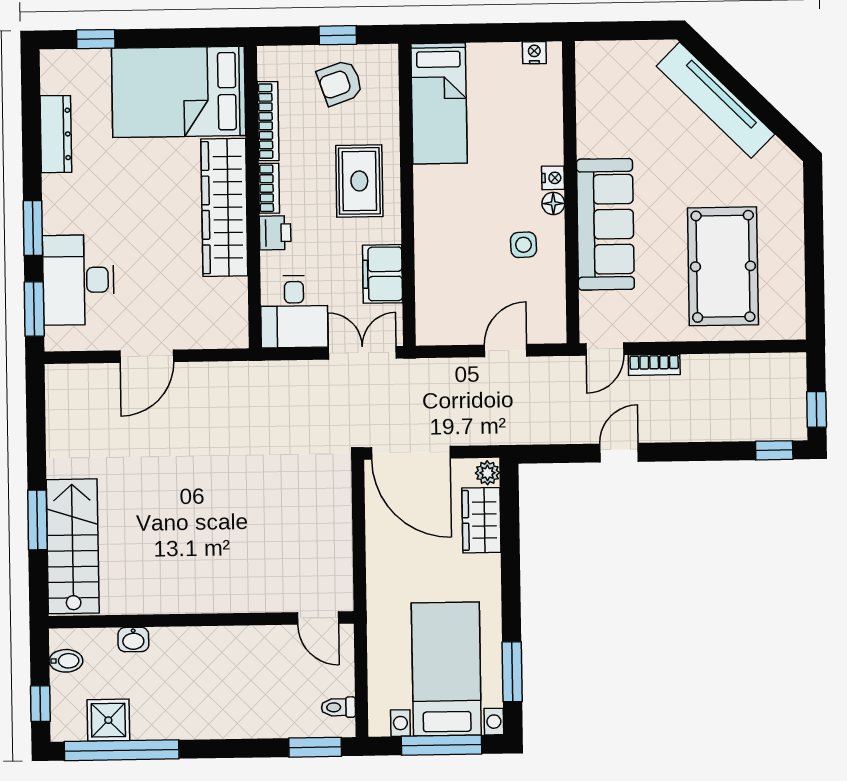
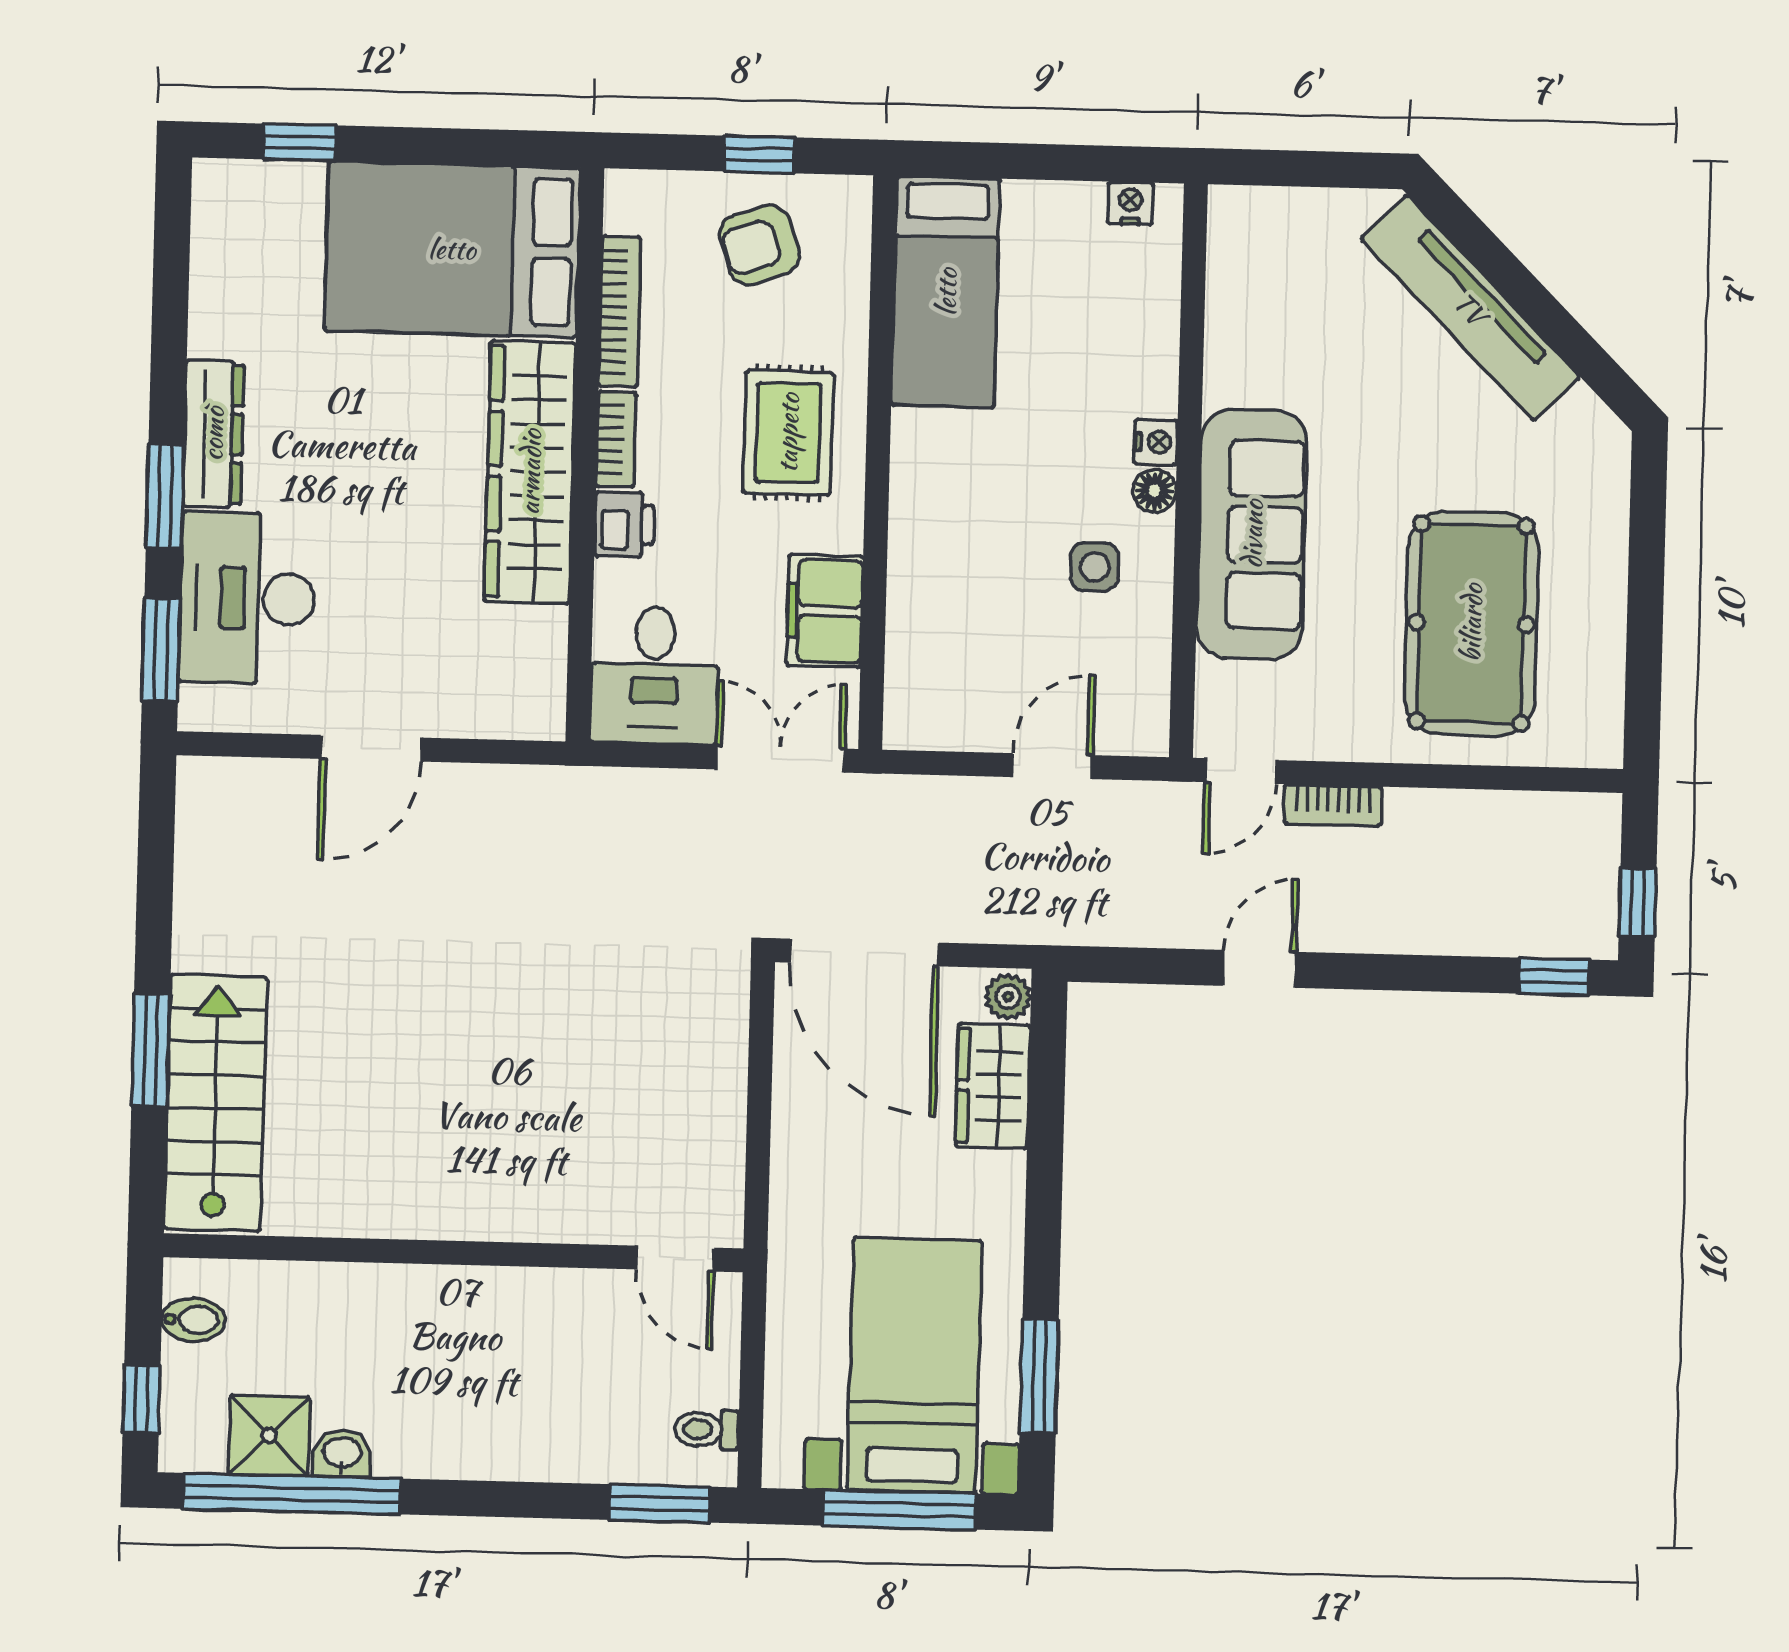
dresser: (56, 134) -> (213, 434), moved
washbasin: (133, 640) -> (342, 1454), moved, turned 180

